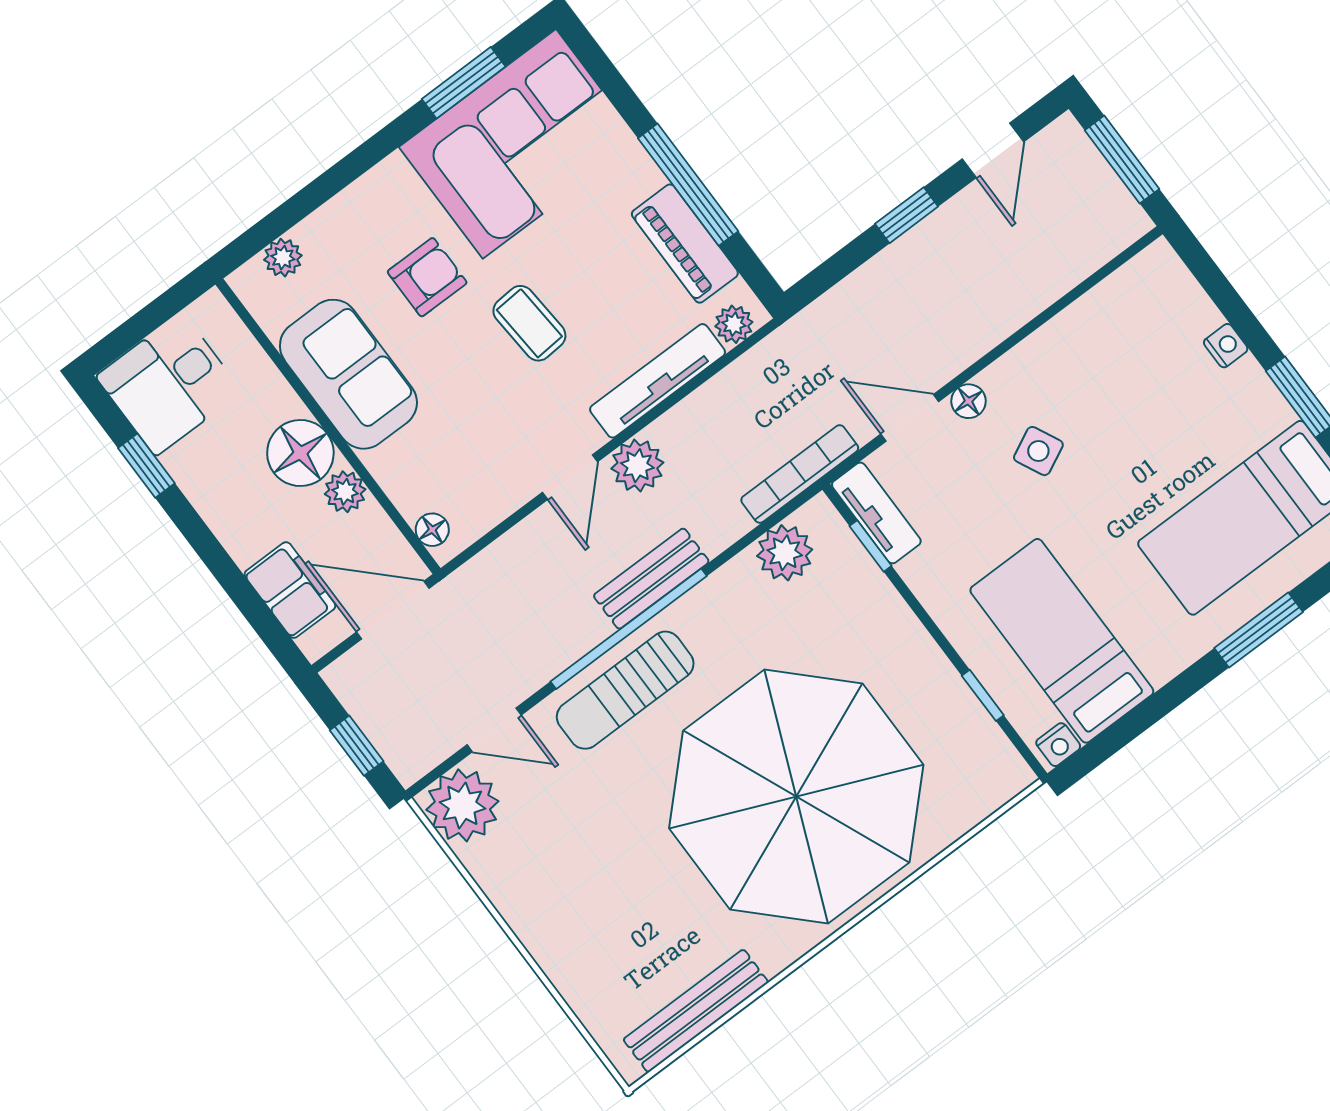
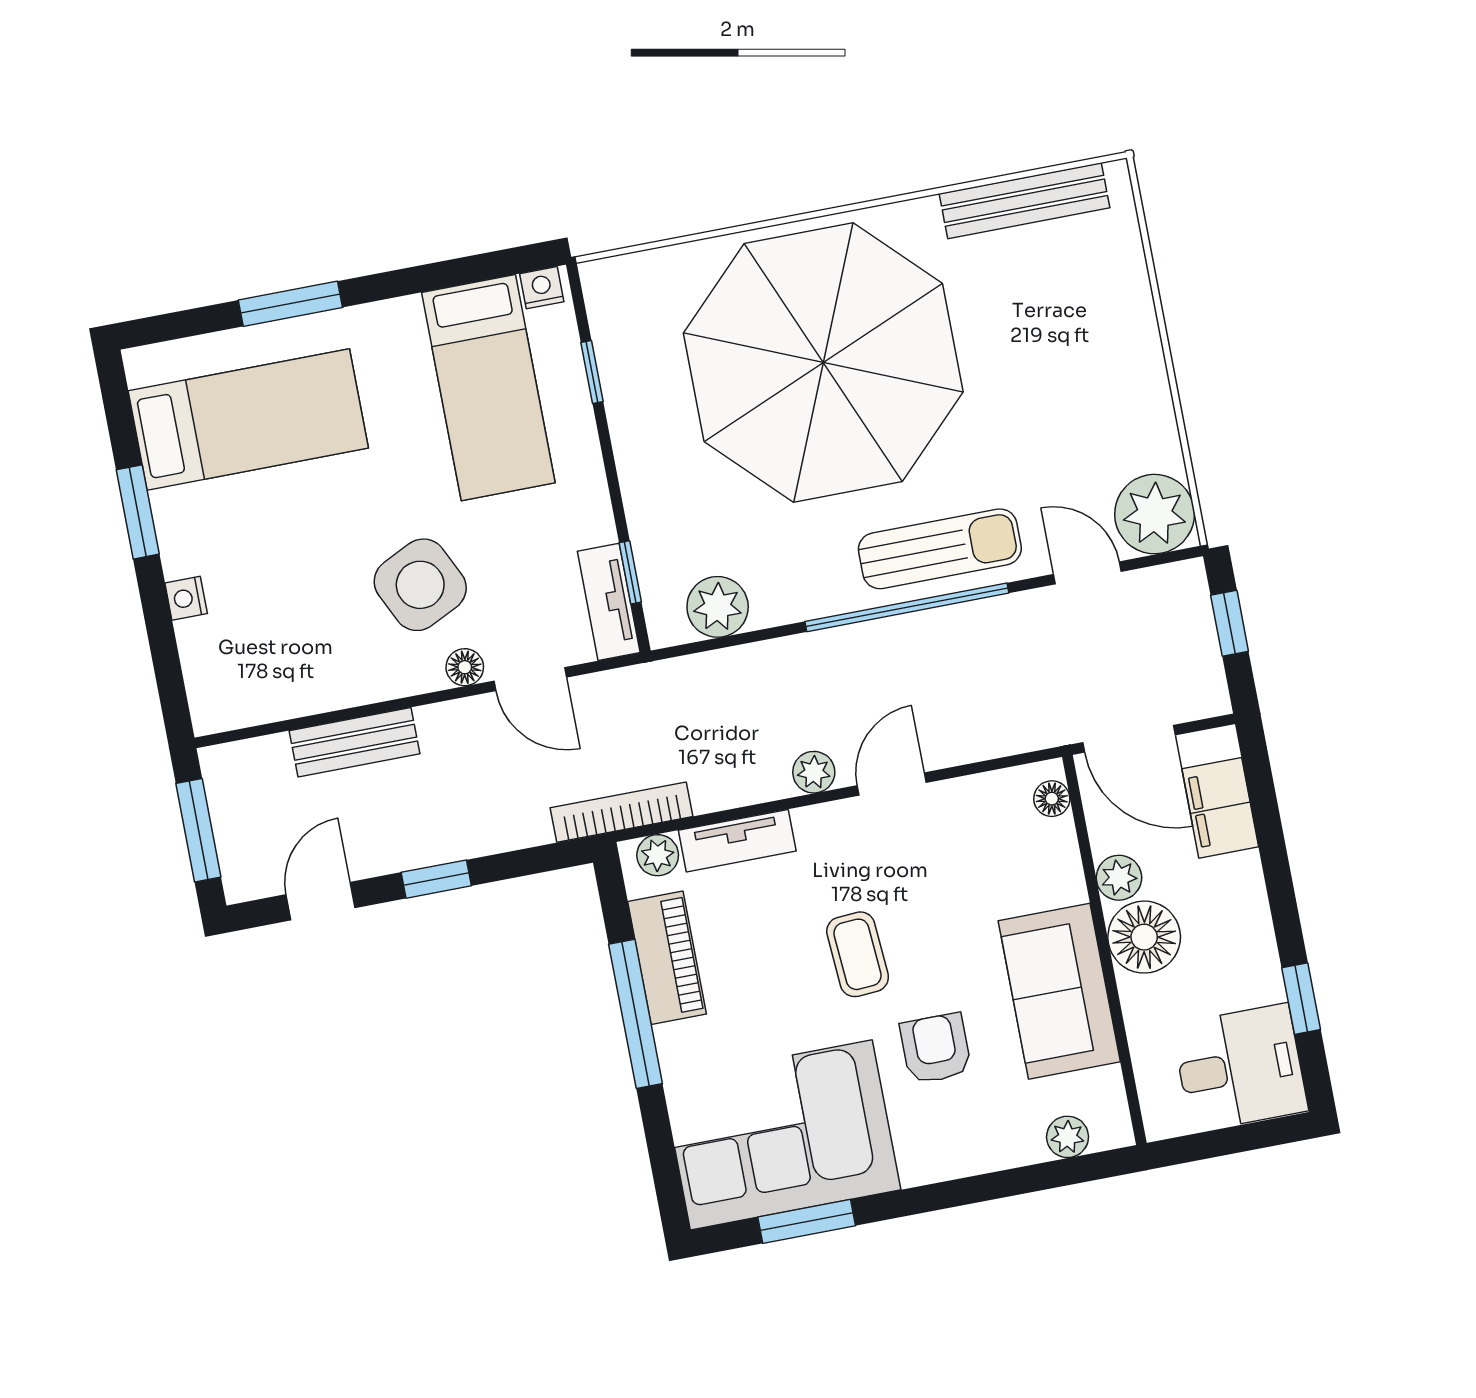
armchair: (427, 277) -> (936, 1049), turned 90
tv unit: (658, 381) -> (737, 841), width x0.71
side table: (1038, 451) -> (420, 585), width x1.87, depth x1.87
plant: (637, 466) -> (814, 772), width x0.73, depth x0.73
bookcase: (800, 474) -> (621, 812), moved, turned 180
bench: (651, 579) -> (354, 742), moved

